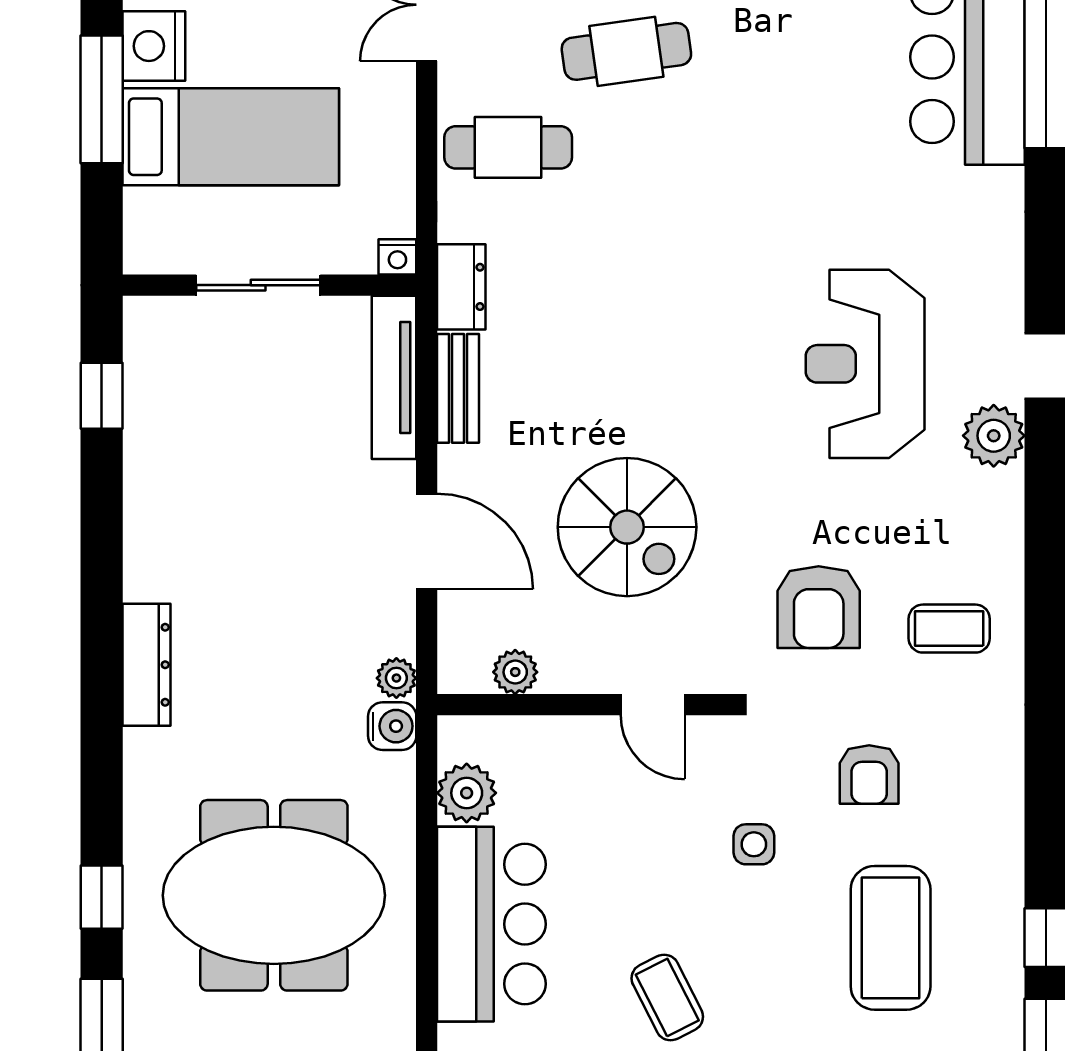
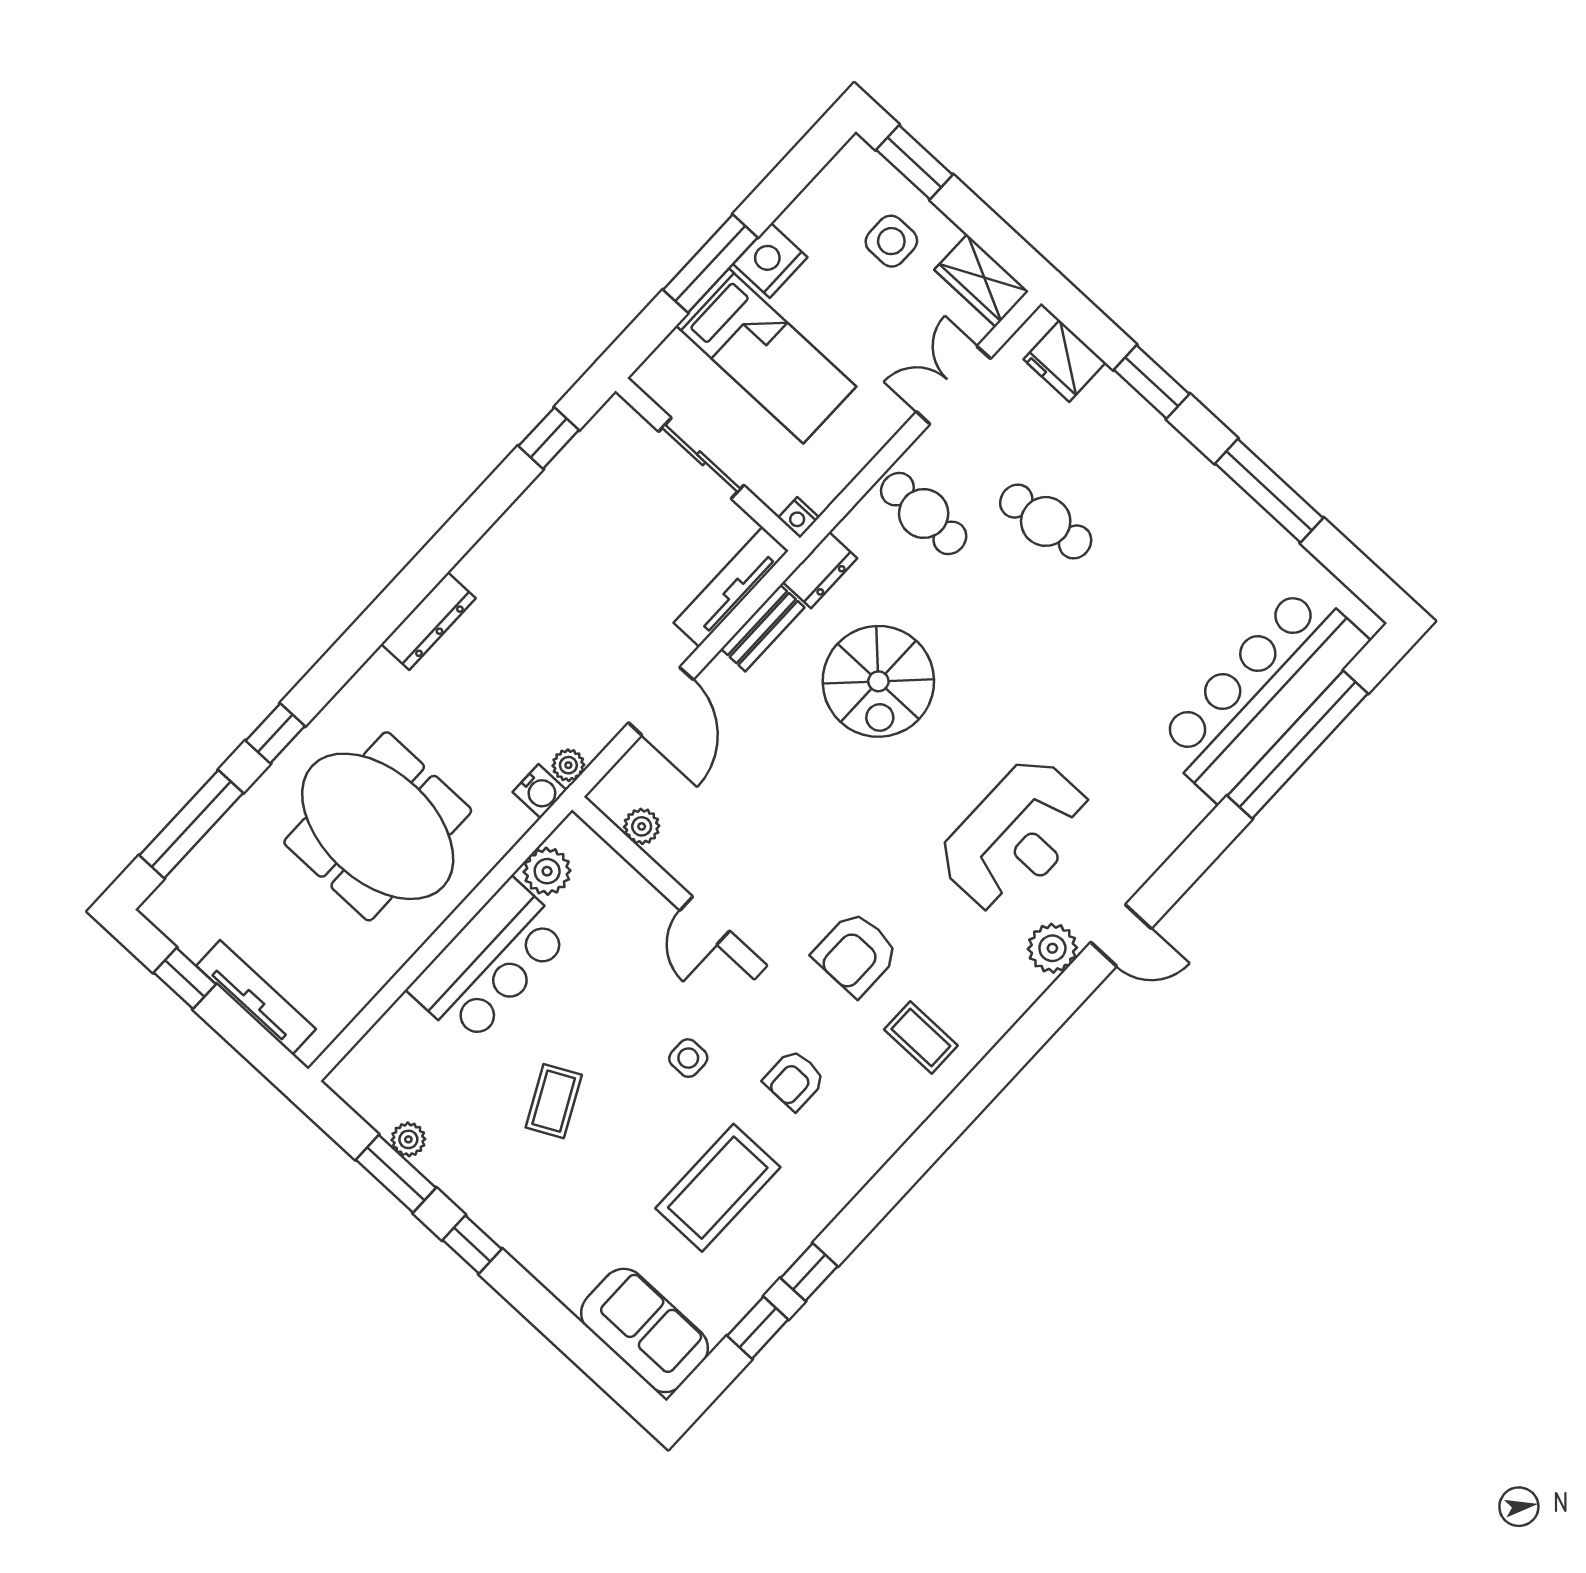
reception desk: (865, 364) -> (1016, 836), turned 180
spiral stairs: (627, 527) -> (878, 681), moved

